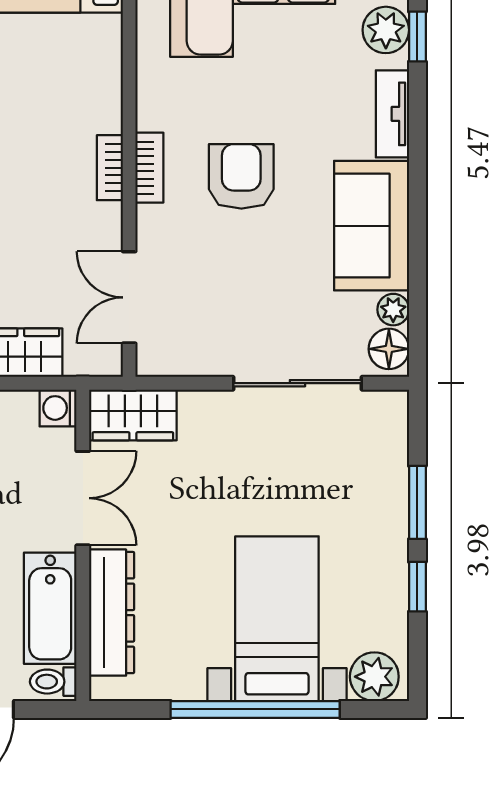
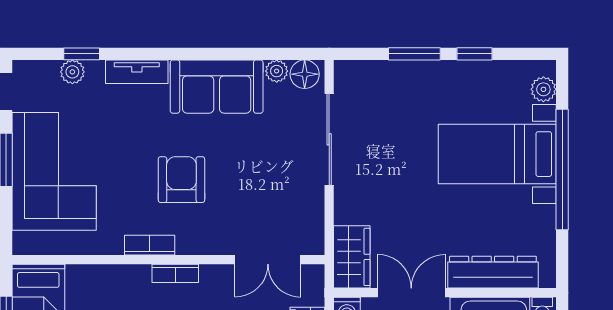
plant: (386, 30) -> (72, 72), width x0.73, depth x0.73
bookcase: (149, 168) -> (150, 245), moved
armchair: (241, 176) -> (181, 180), turned 90
plant: (374, 677) -> (543, 89), width x0.73, depth x0.73

